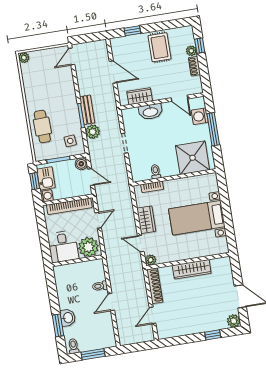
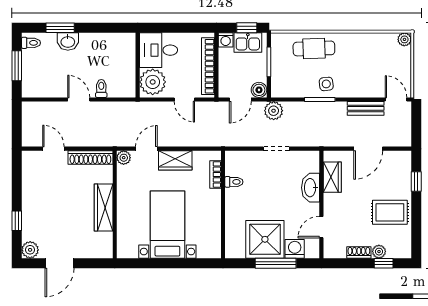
bench: (87, 110) -> (366, 108), moved
plant: (93, 132) -> (274, 111), moved
side table: (70, 141) -> (326, 84), moved
shower: (193, 158) -> (265, 239), moved

